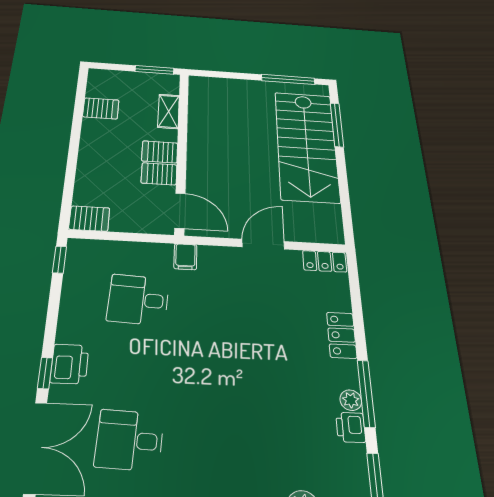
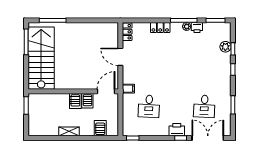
server rack: (101, 108) -> (52, 128), removed
shelving: (169, 111) -> (69, 131), moved
stairs: (307, 146) -> (41, 58), moved, turned -90
server rack: (89, 219) -> (100, 128), moved

